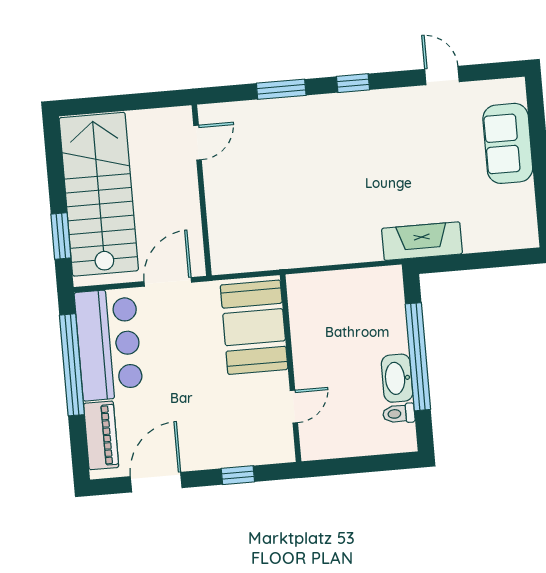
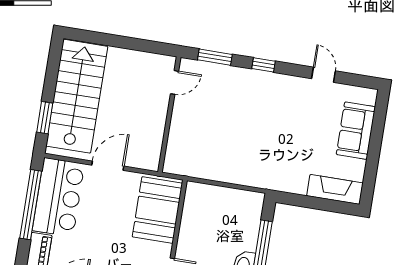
door: (198, 143) -> (174, 82), moved
wall: (202, 190) -> (169, 115), moved
fireplace: (422, 241) -> (335, 189), moved

